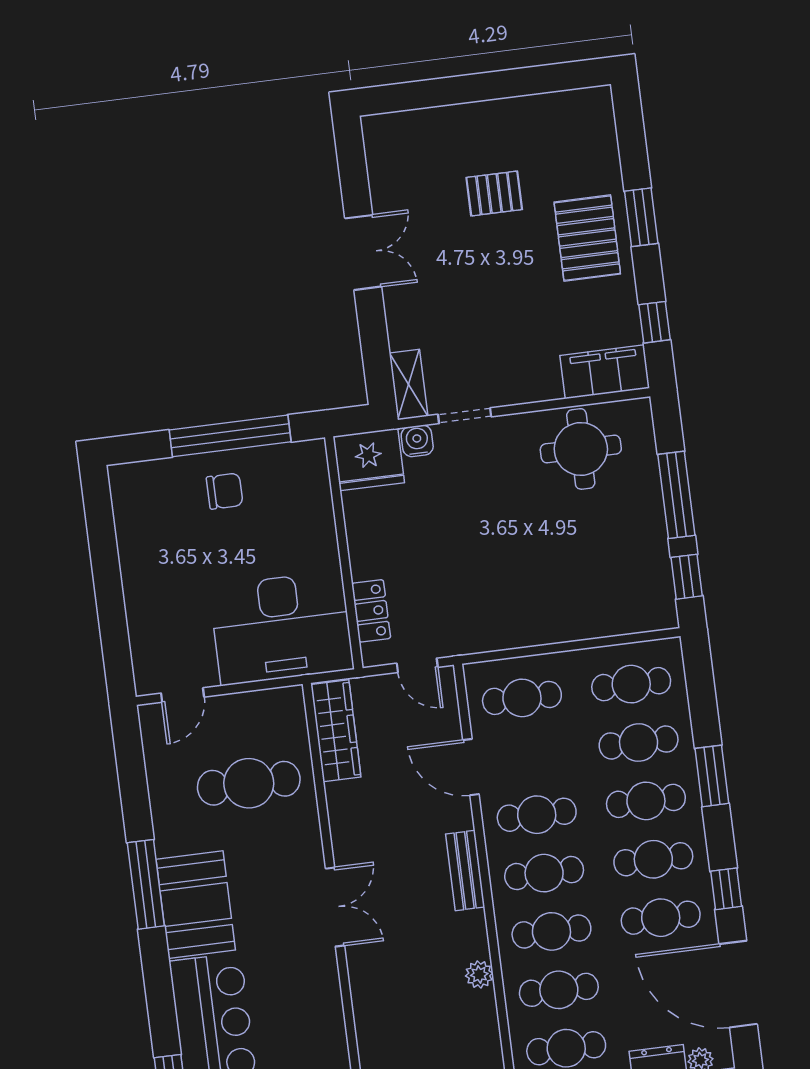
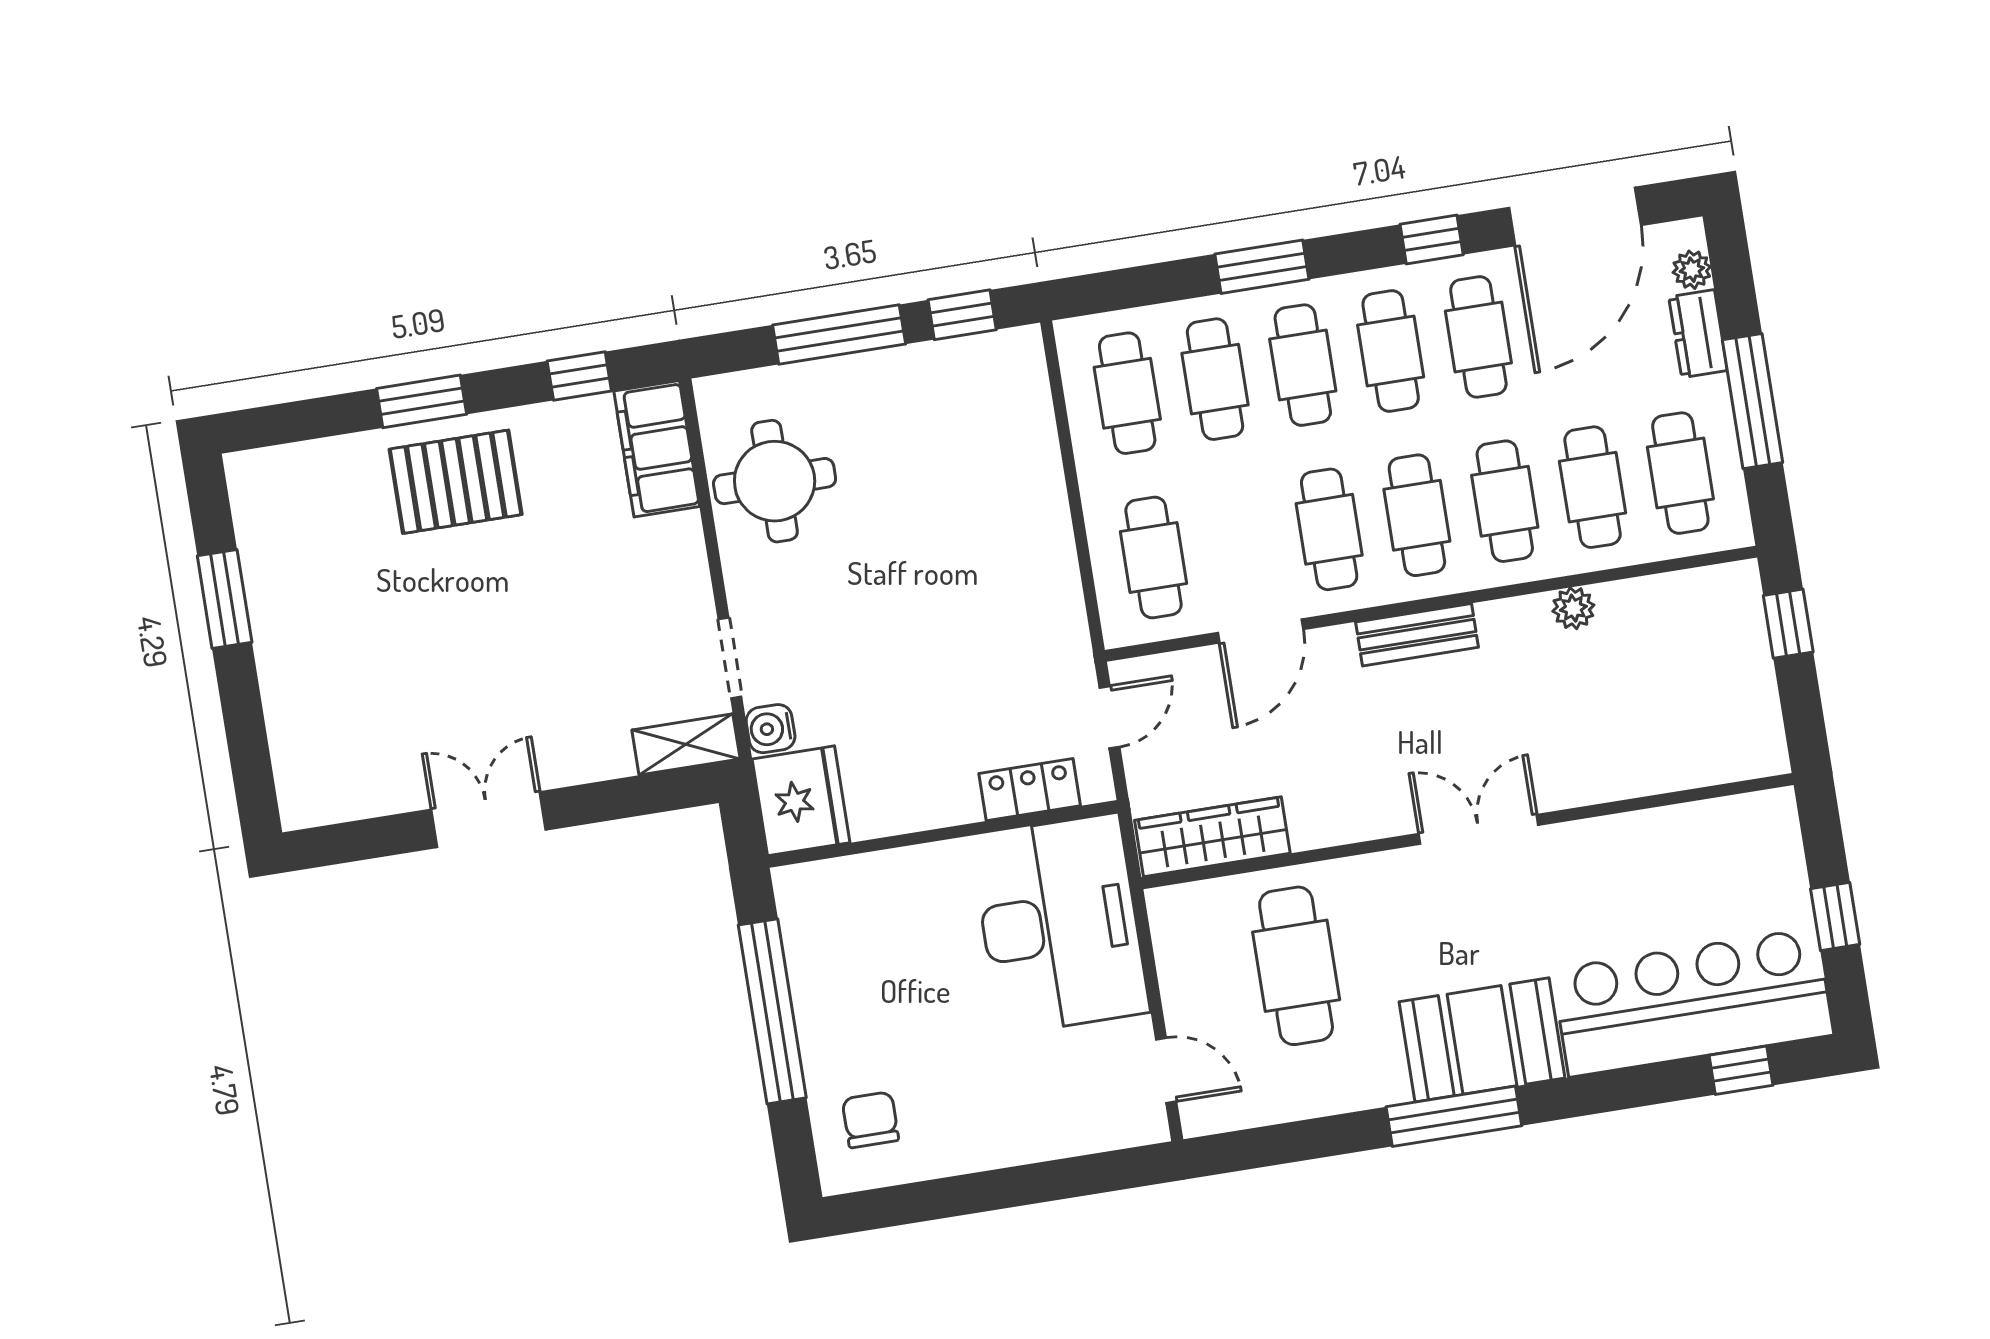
window: (515, 83) -> (225, 599), added
pallet: (494, 193) -> (393, 625), removed
chair: (225, 491) -> (870, 1120), moved

